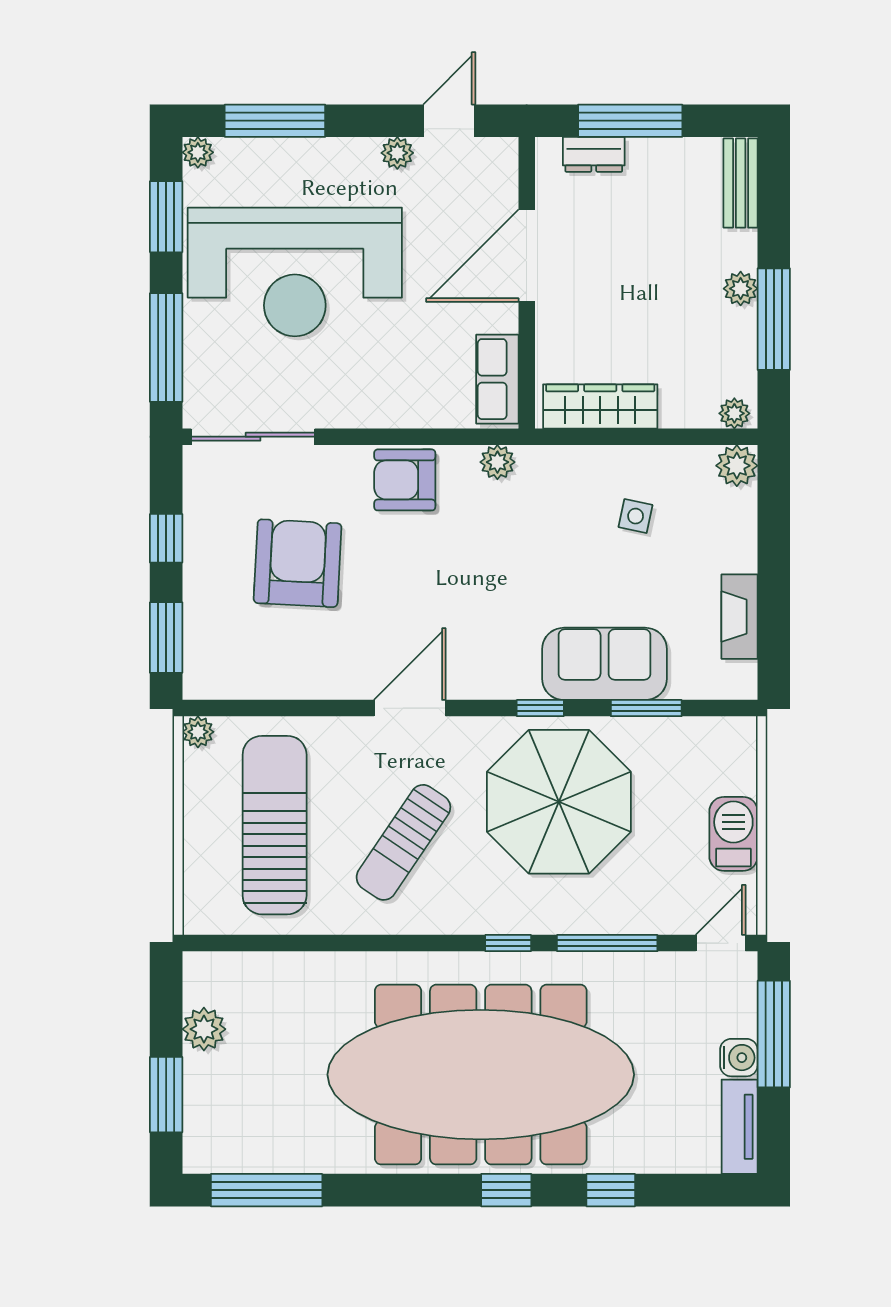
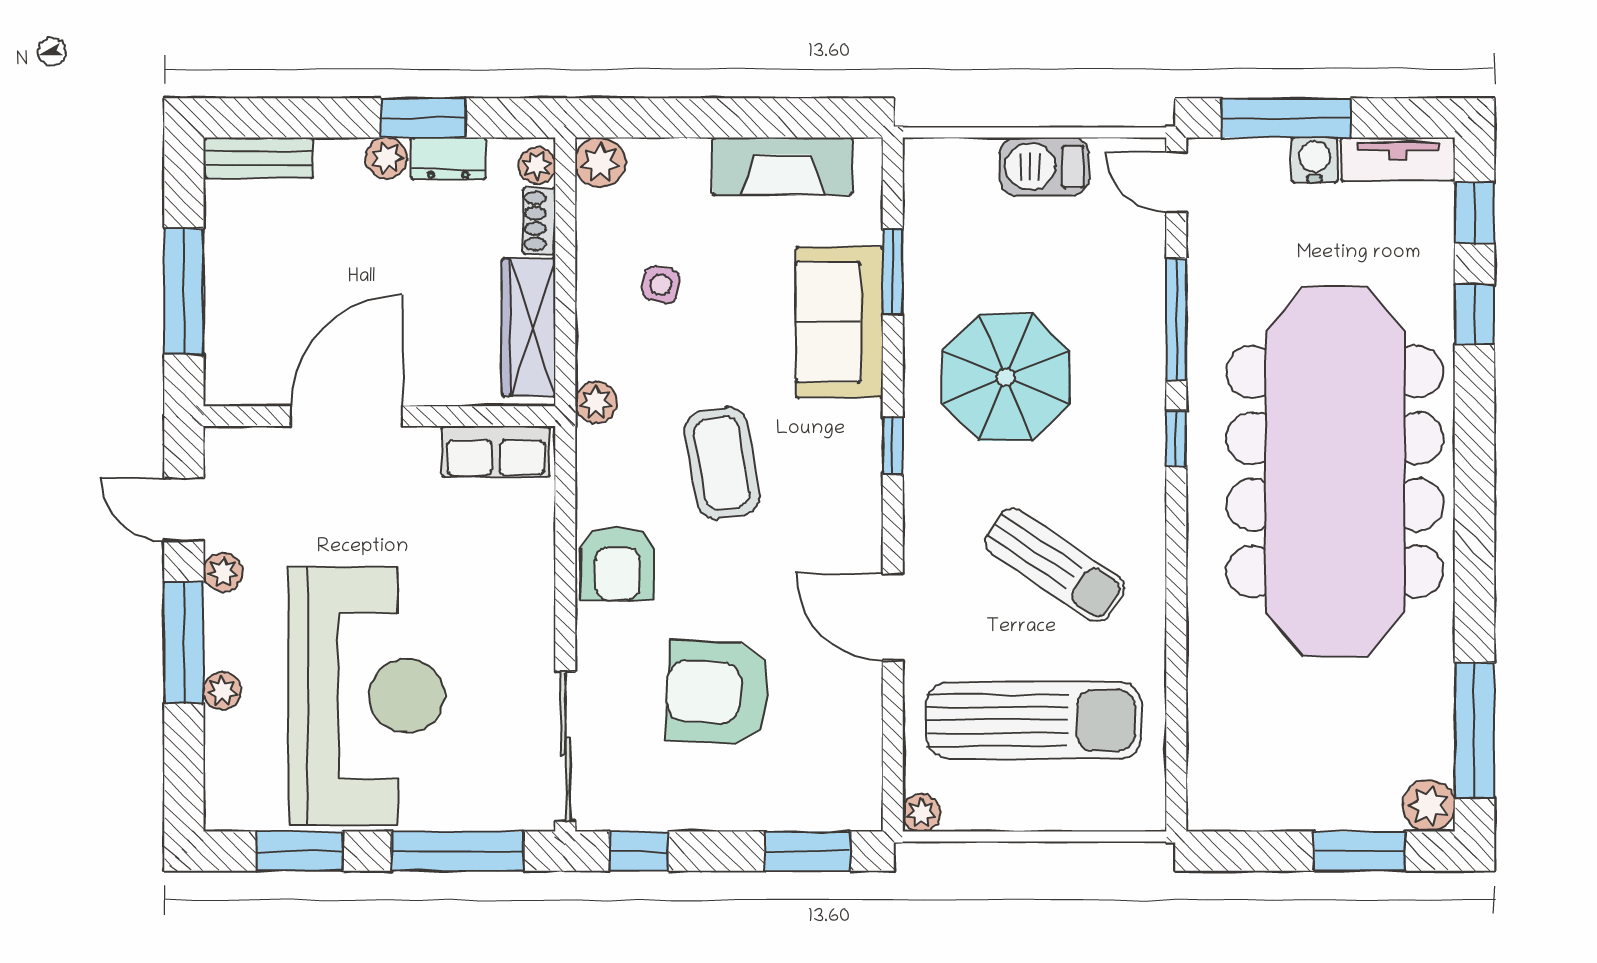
window: (275, 121) -> (184, 642), moved
plant: (198, 152) -> (222, 691), moved
dresser: (594, 154) -> (448, 158), moved, turned 90
door: (527, 256) -> (347, 416), swing flipped
window: (774, 319) -> (423, 118), width x0.69
shoe rack: (688, 415) -> (539, 221), added
plant: (497, 462) -> (596, 402), moved
window: (166, 538) -> (639, 851), moved
coffee table: (488, 567) -> (722, 463), added
fireplace: (739, 617) -> (782, 166), width x1.37, depth x1.32
door: (410, 708) -> (893, 617), moved
window: (540, 708) -> (893, 446), moved
parasol: (559, 802) -> (1006, 377), width x0.73, depth x0.73
sun lounger: (275, 825) -> (1034, 720), turned 180
plant: (204, 1029) -> (1429, 806), moved
window: (506, 1190) -> (1474, 213), moved

